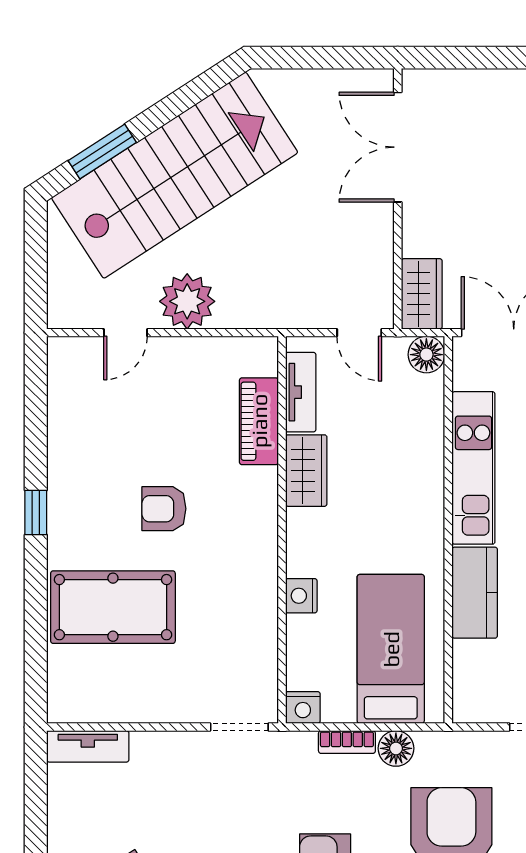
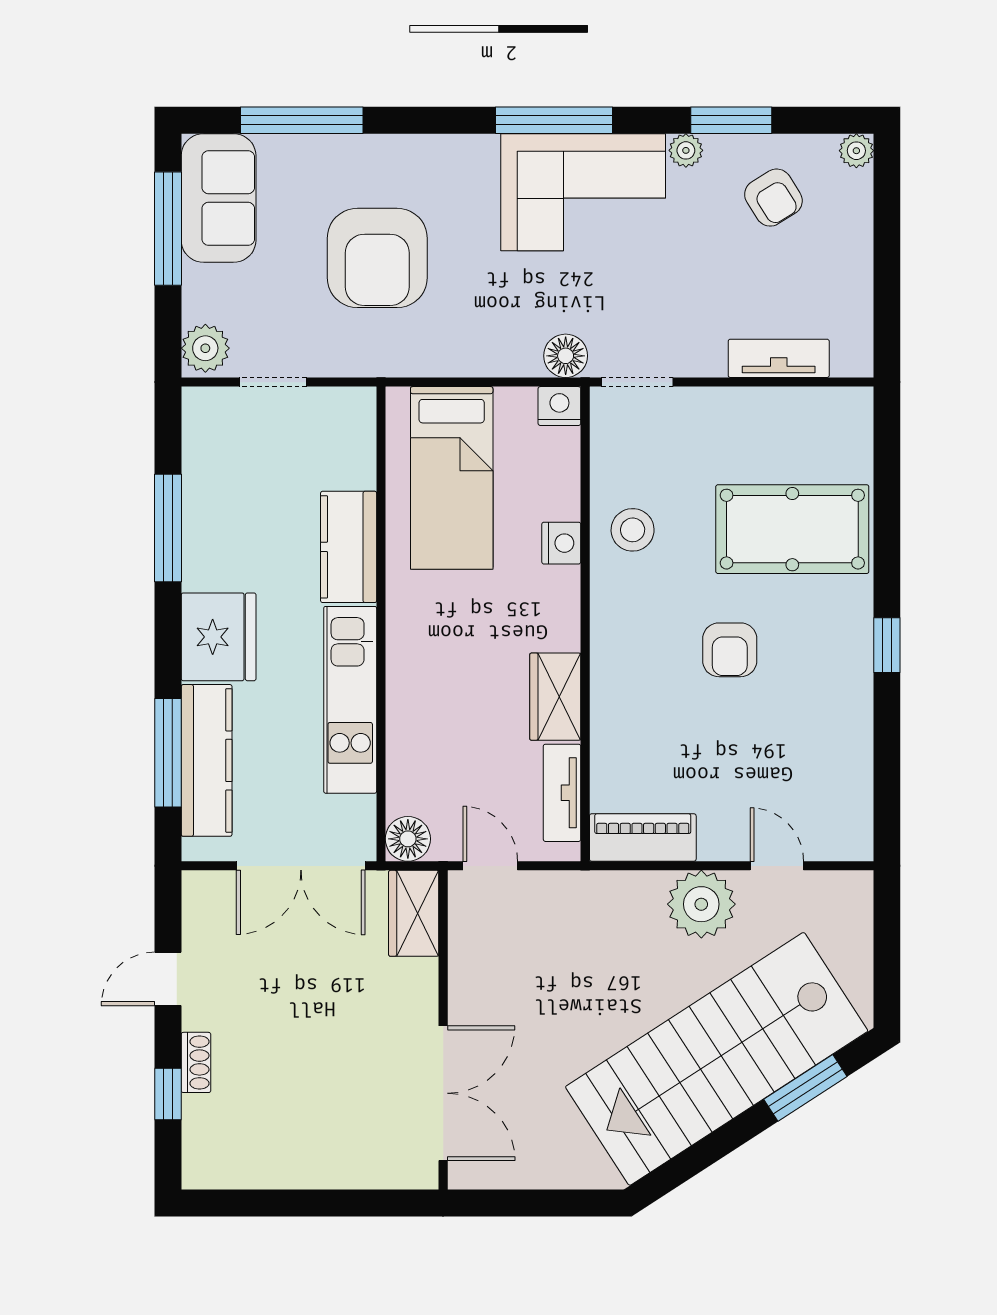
door: (125, 333) -> (777, 866), hinge flipped
piano: (259, 421) -> (643, 838), moved, turned -90
armchair: (164, 509) -> (730, 650), turned 90
stool: (243, 607) -> (633, 530), added
bookcase: (347, 742) -> (505, 364), removed
tv unit: (88, 746) -> (779, 358), moved
floor lamp: (396, 748) -> (566, 356), moved

